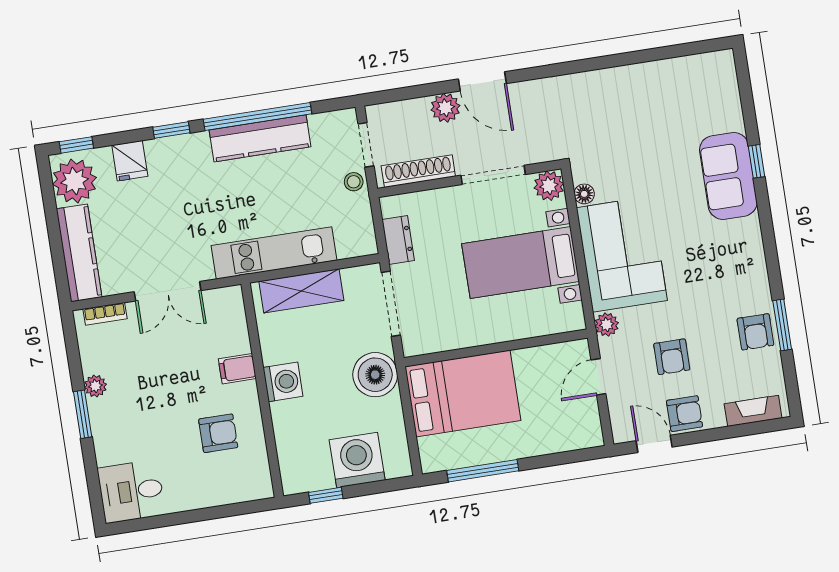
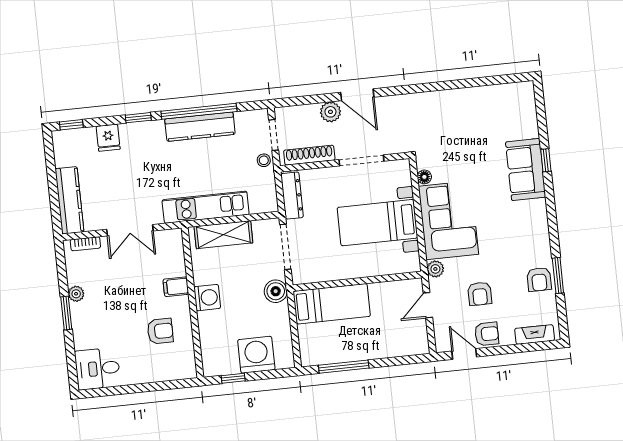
plant: (74, 181) -> (69, 150), removed
plant: (549, 186) -> (400, 170), removed
dresser: (398, 240) -> (292, 196), width x1.44
boiler: (375, 375) -> (276, 291), width x0.73, depth x0.73
bed: (463, 394) -> (332, 304), width x0.67

